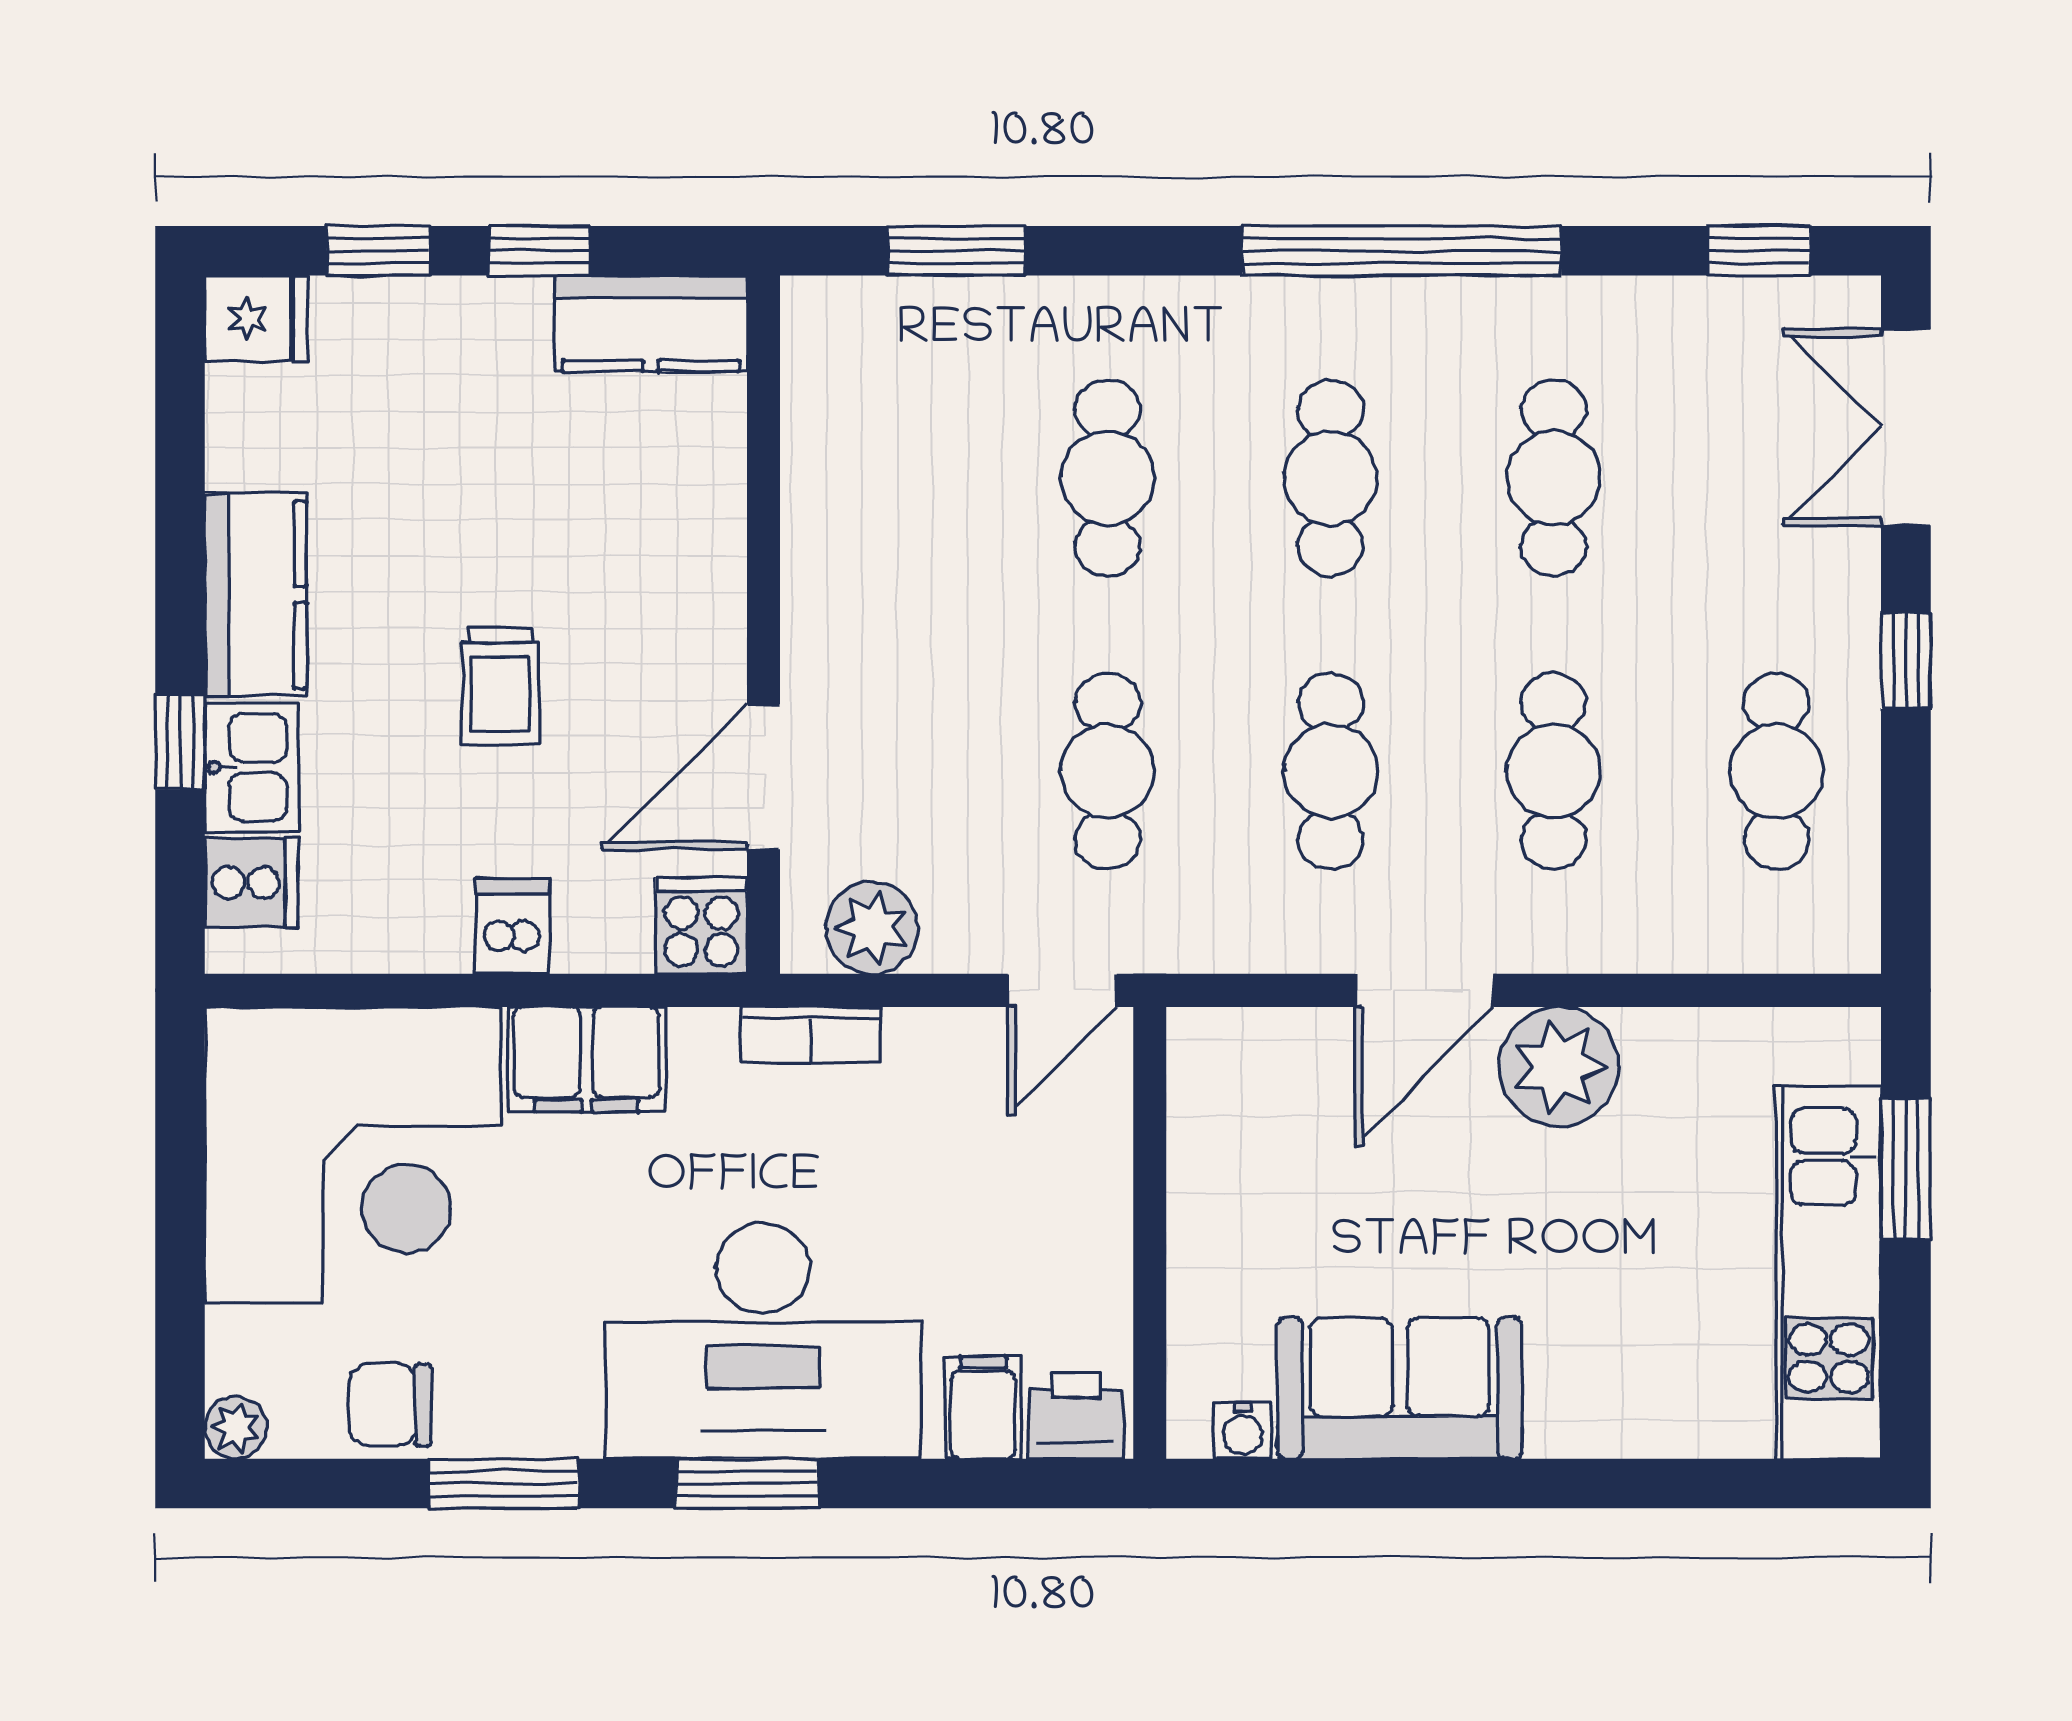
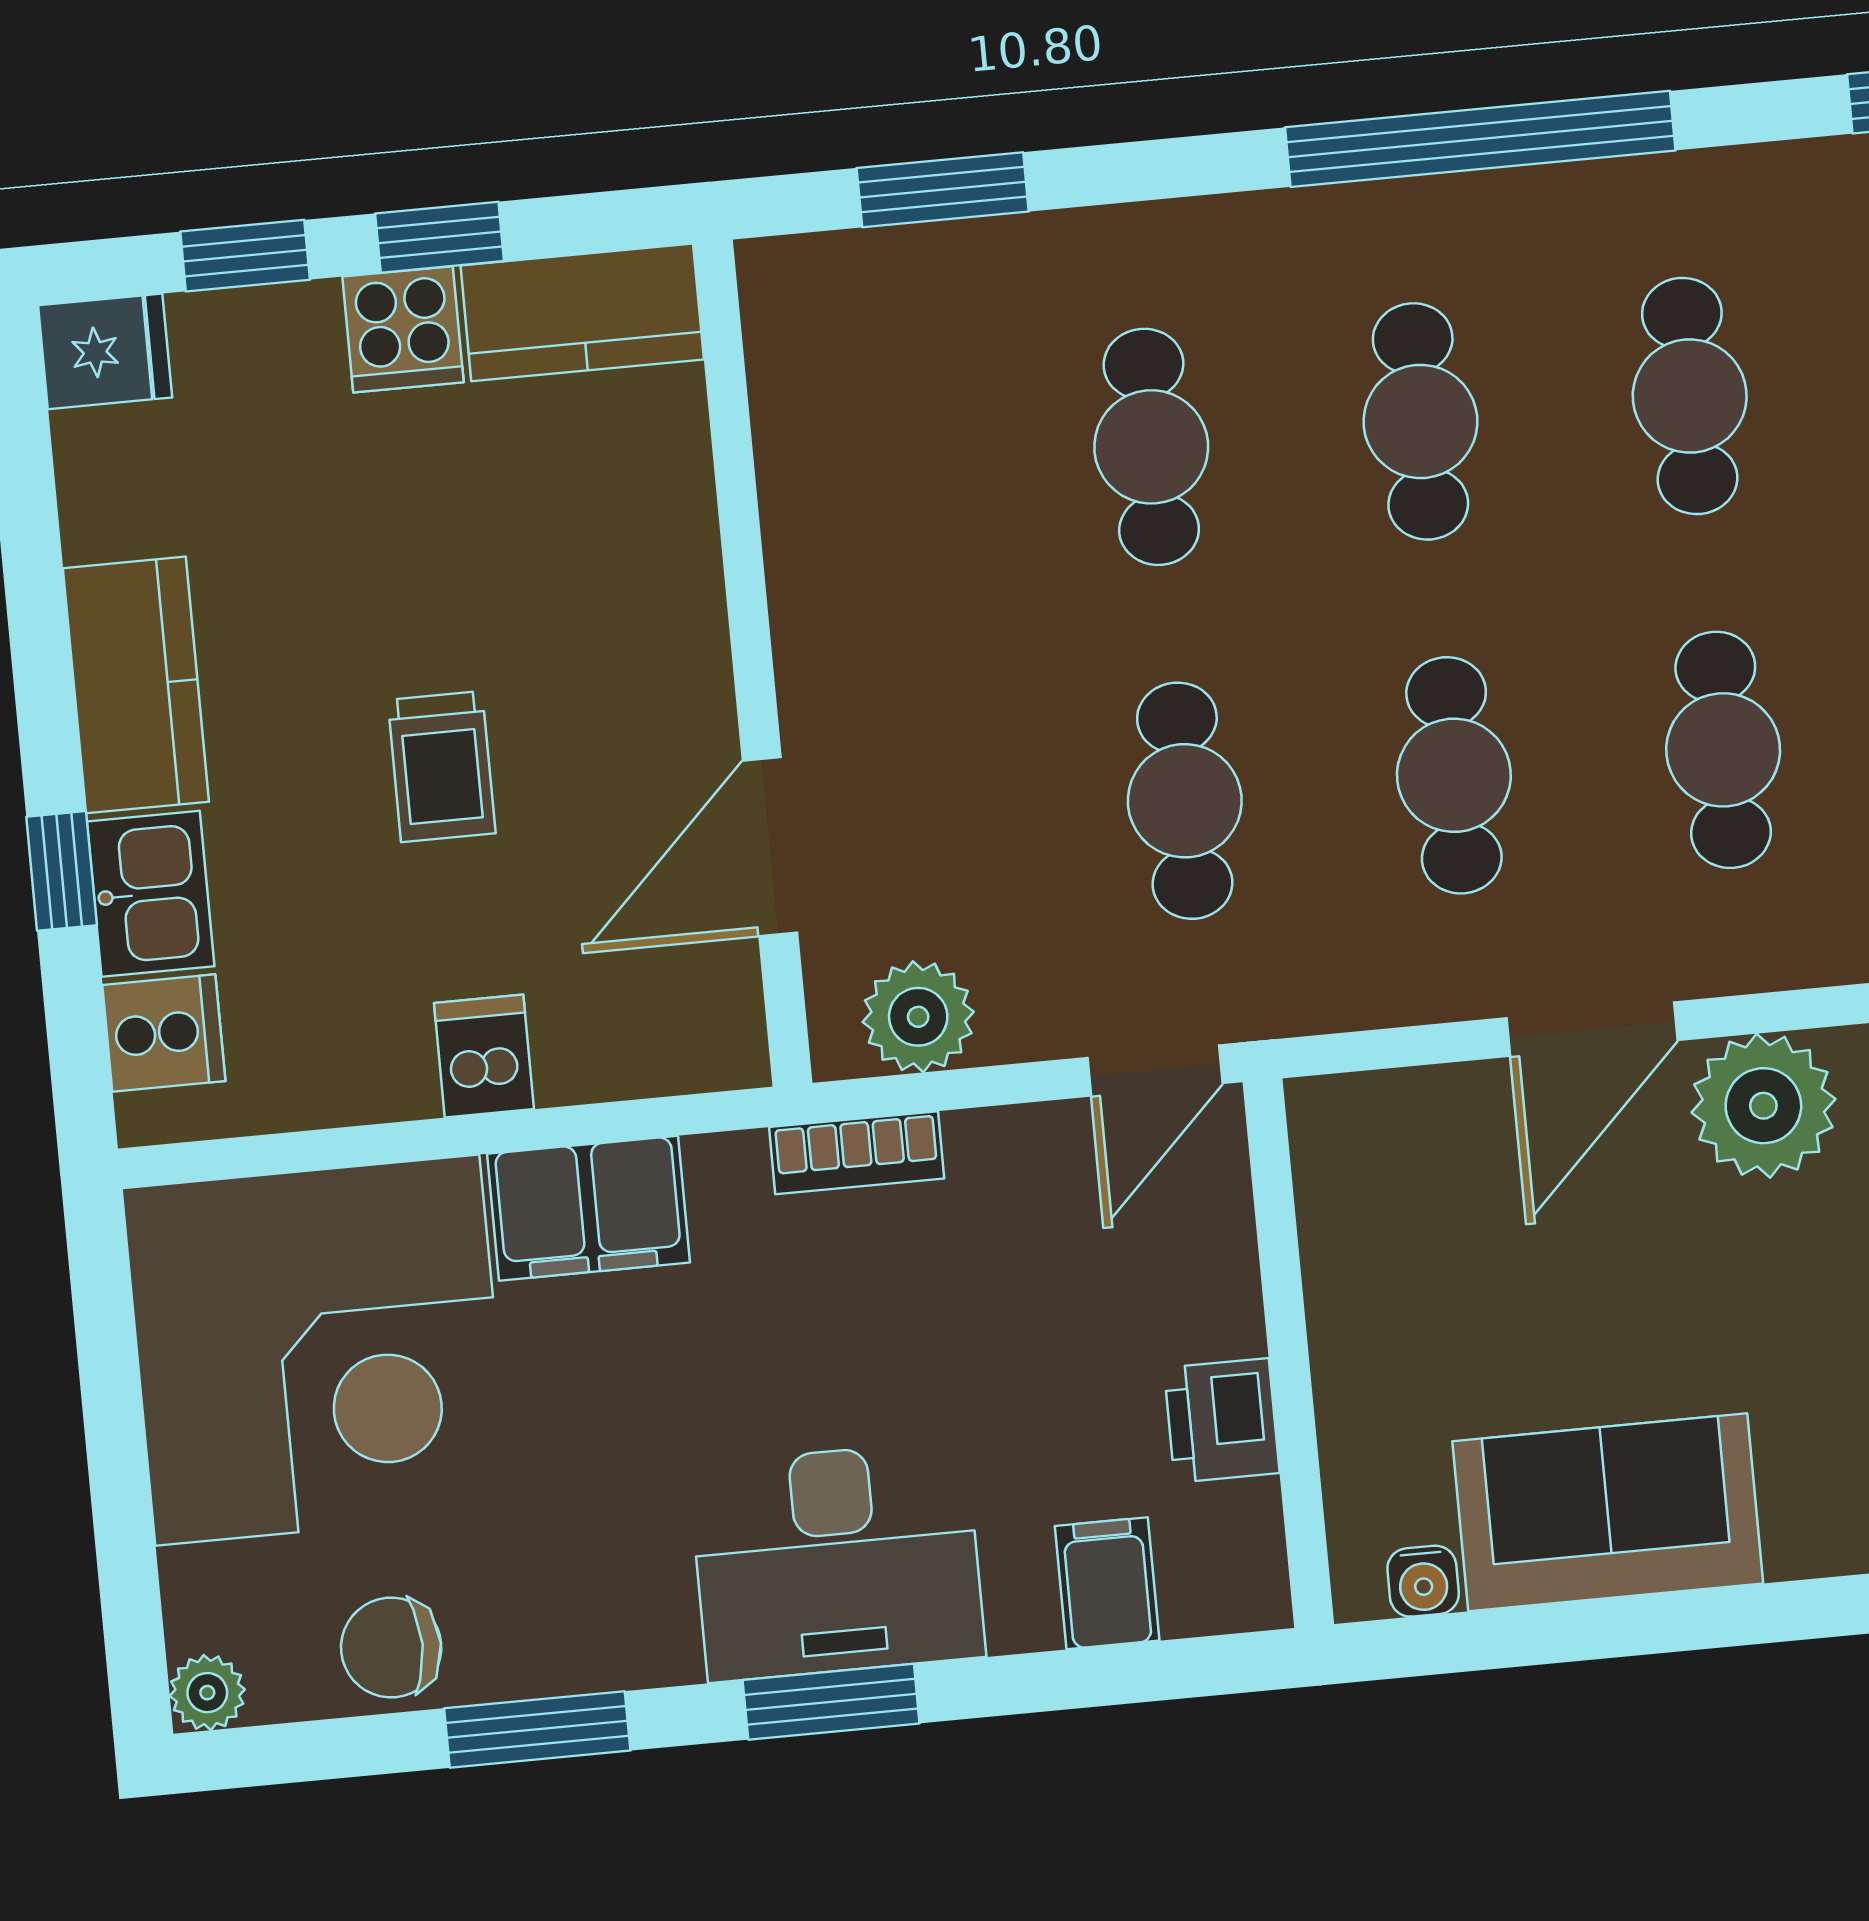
cooker: (701, 926) -> (403, 329), moved, turned 180
desk: (763, 1341) -> (837, 1561), width x0.73, depth x0.77
printer: (1076, 1415) -> (1222, 1420), moved, turned -90

